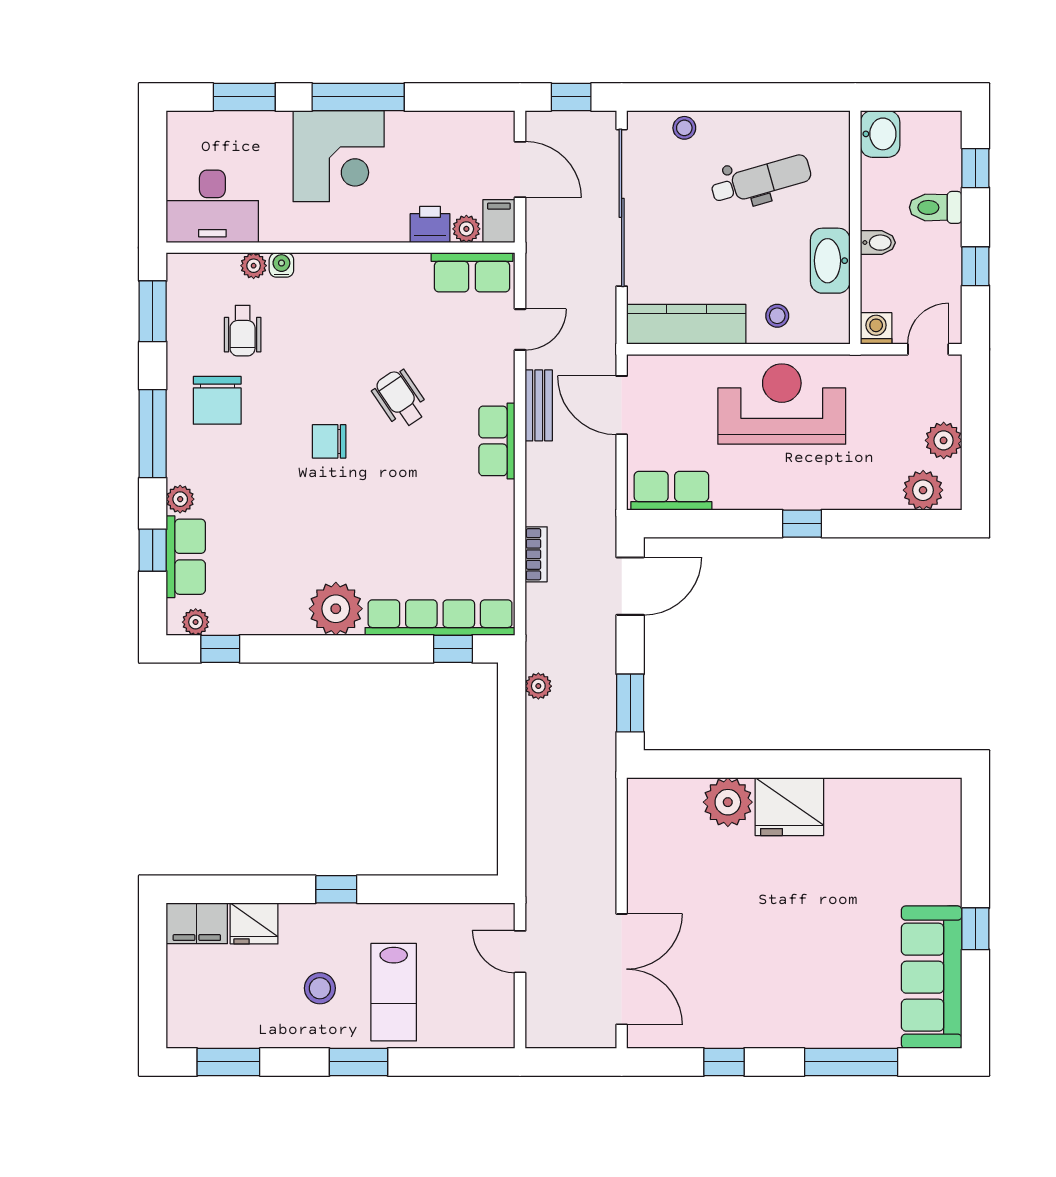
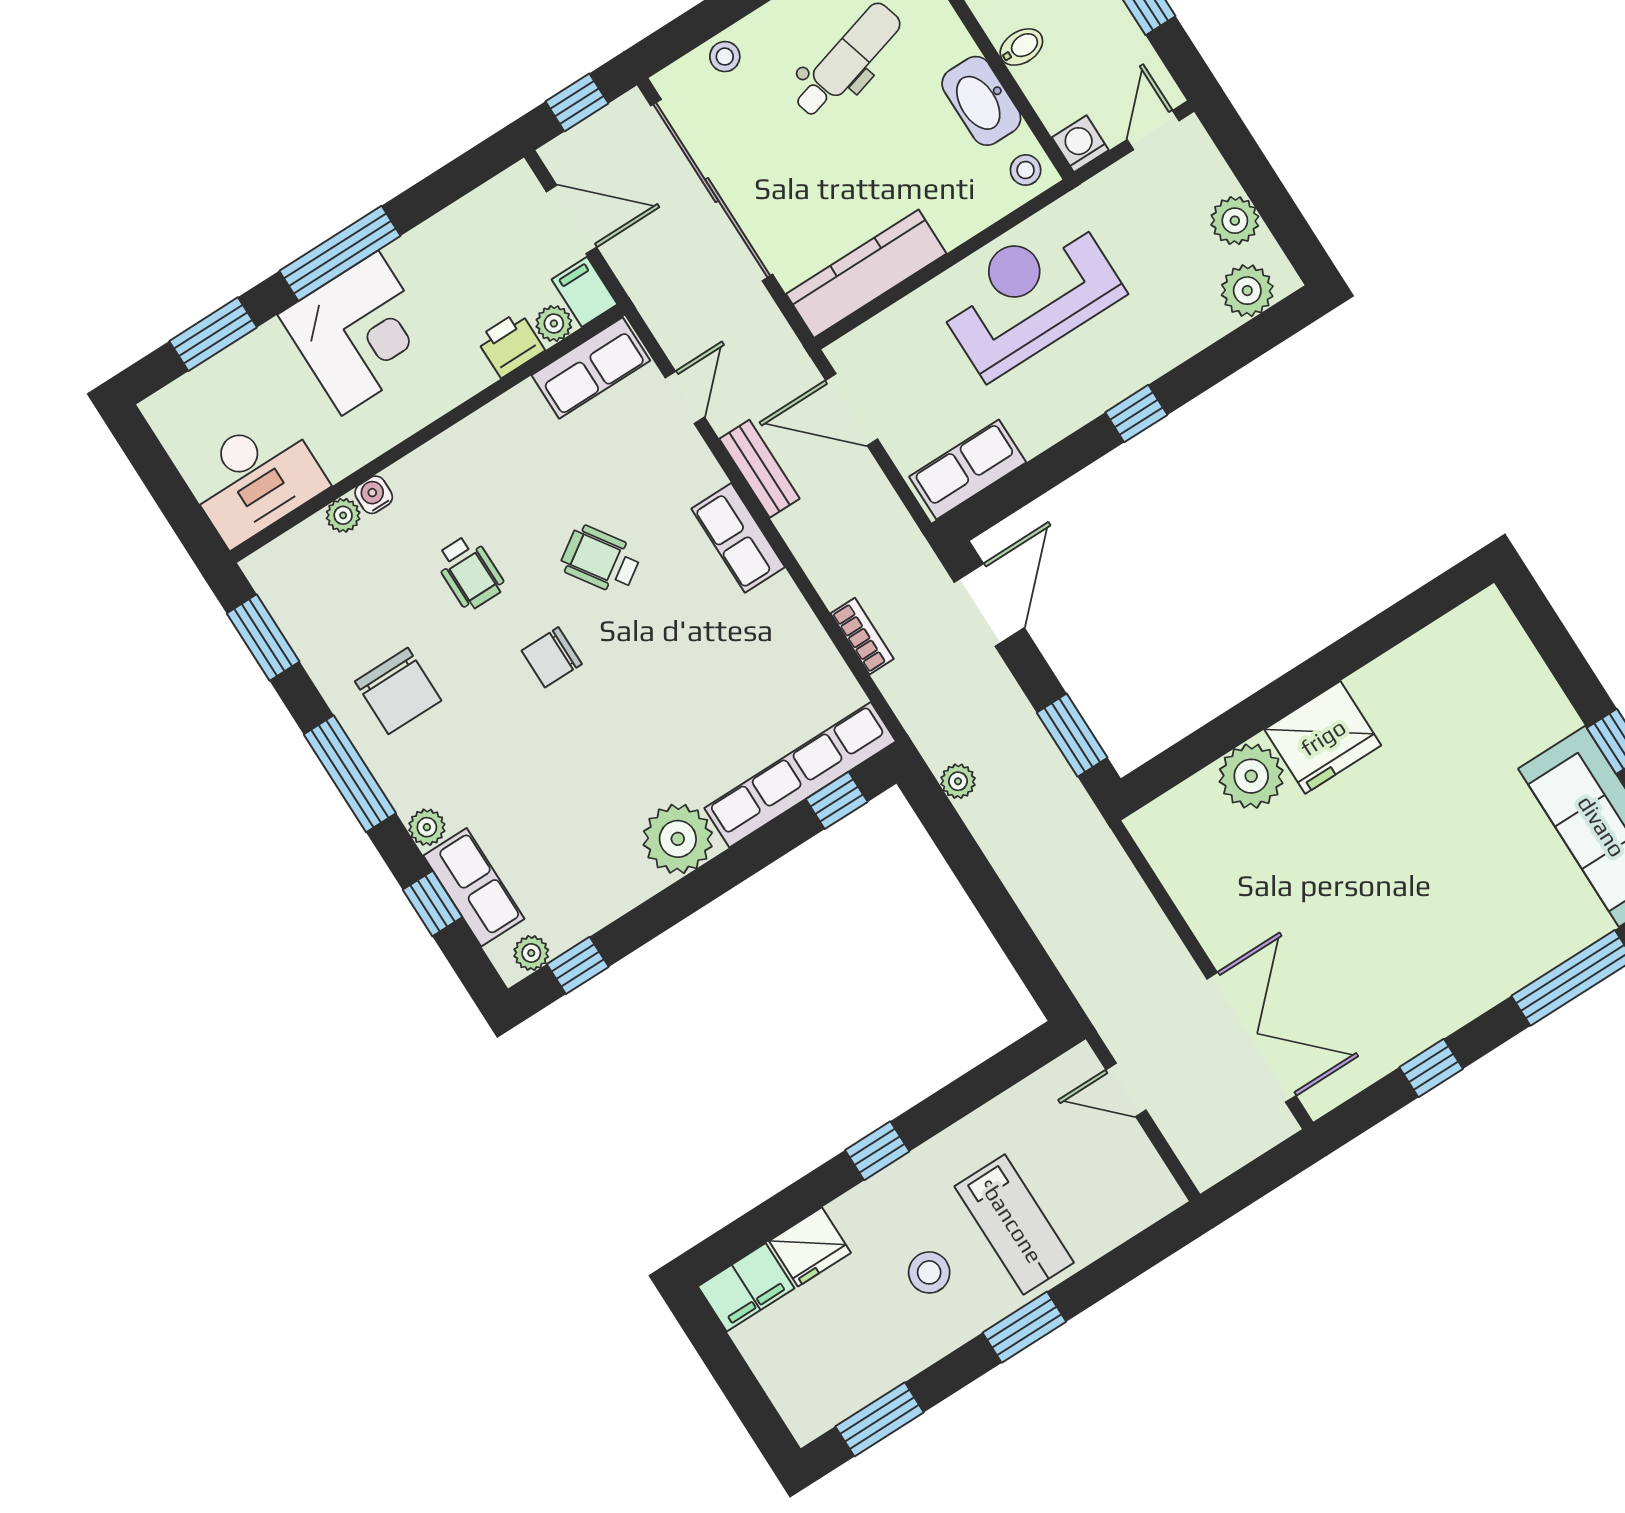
stool: (777, 316) -> (1026, 170), moved
wheelchair: (243, 331) -> (470, 572), moved

